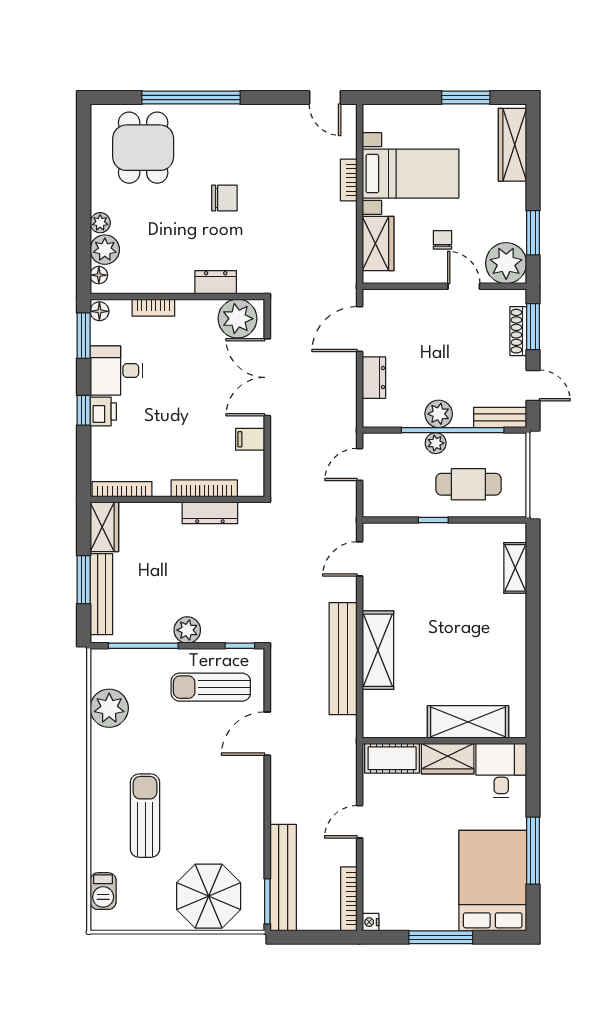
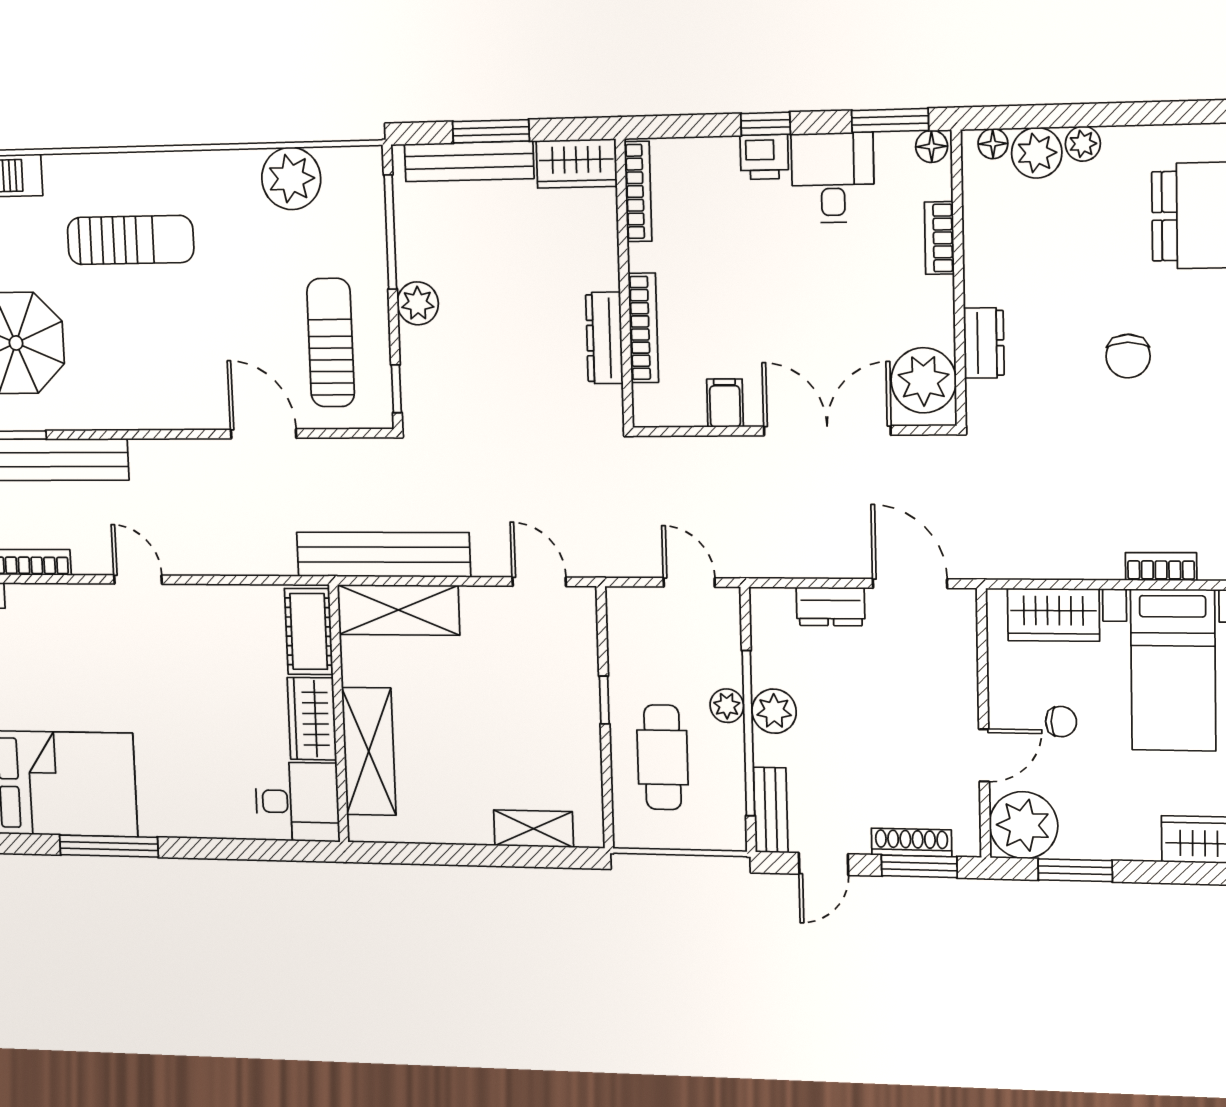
shelving: (468, 722) -> (369, 751), moved
wall: (444, 741) -> (339, 714), moved
cot: (392, 758) -> (309, 631), moved
wardrobe: (448, 759) -> (312, 719), moved
desk: (501, 771) -> (297, 802), moved

